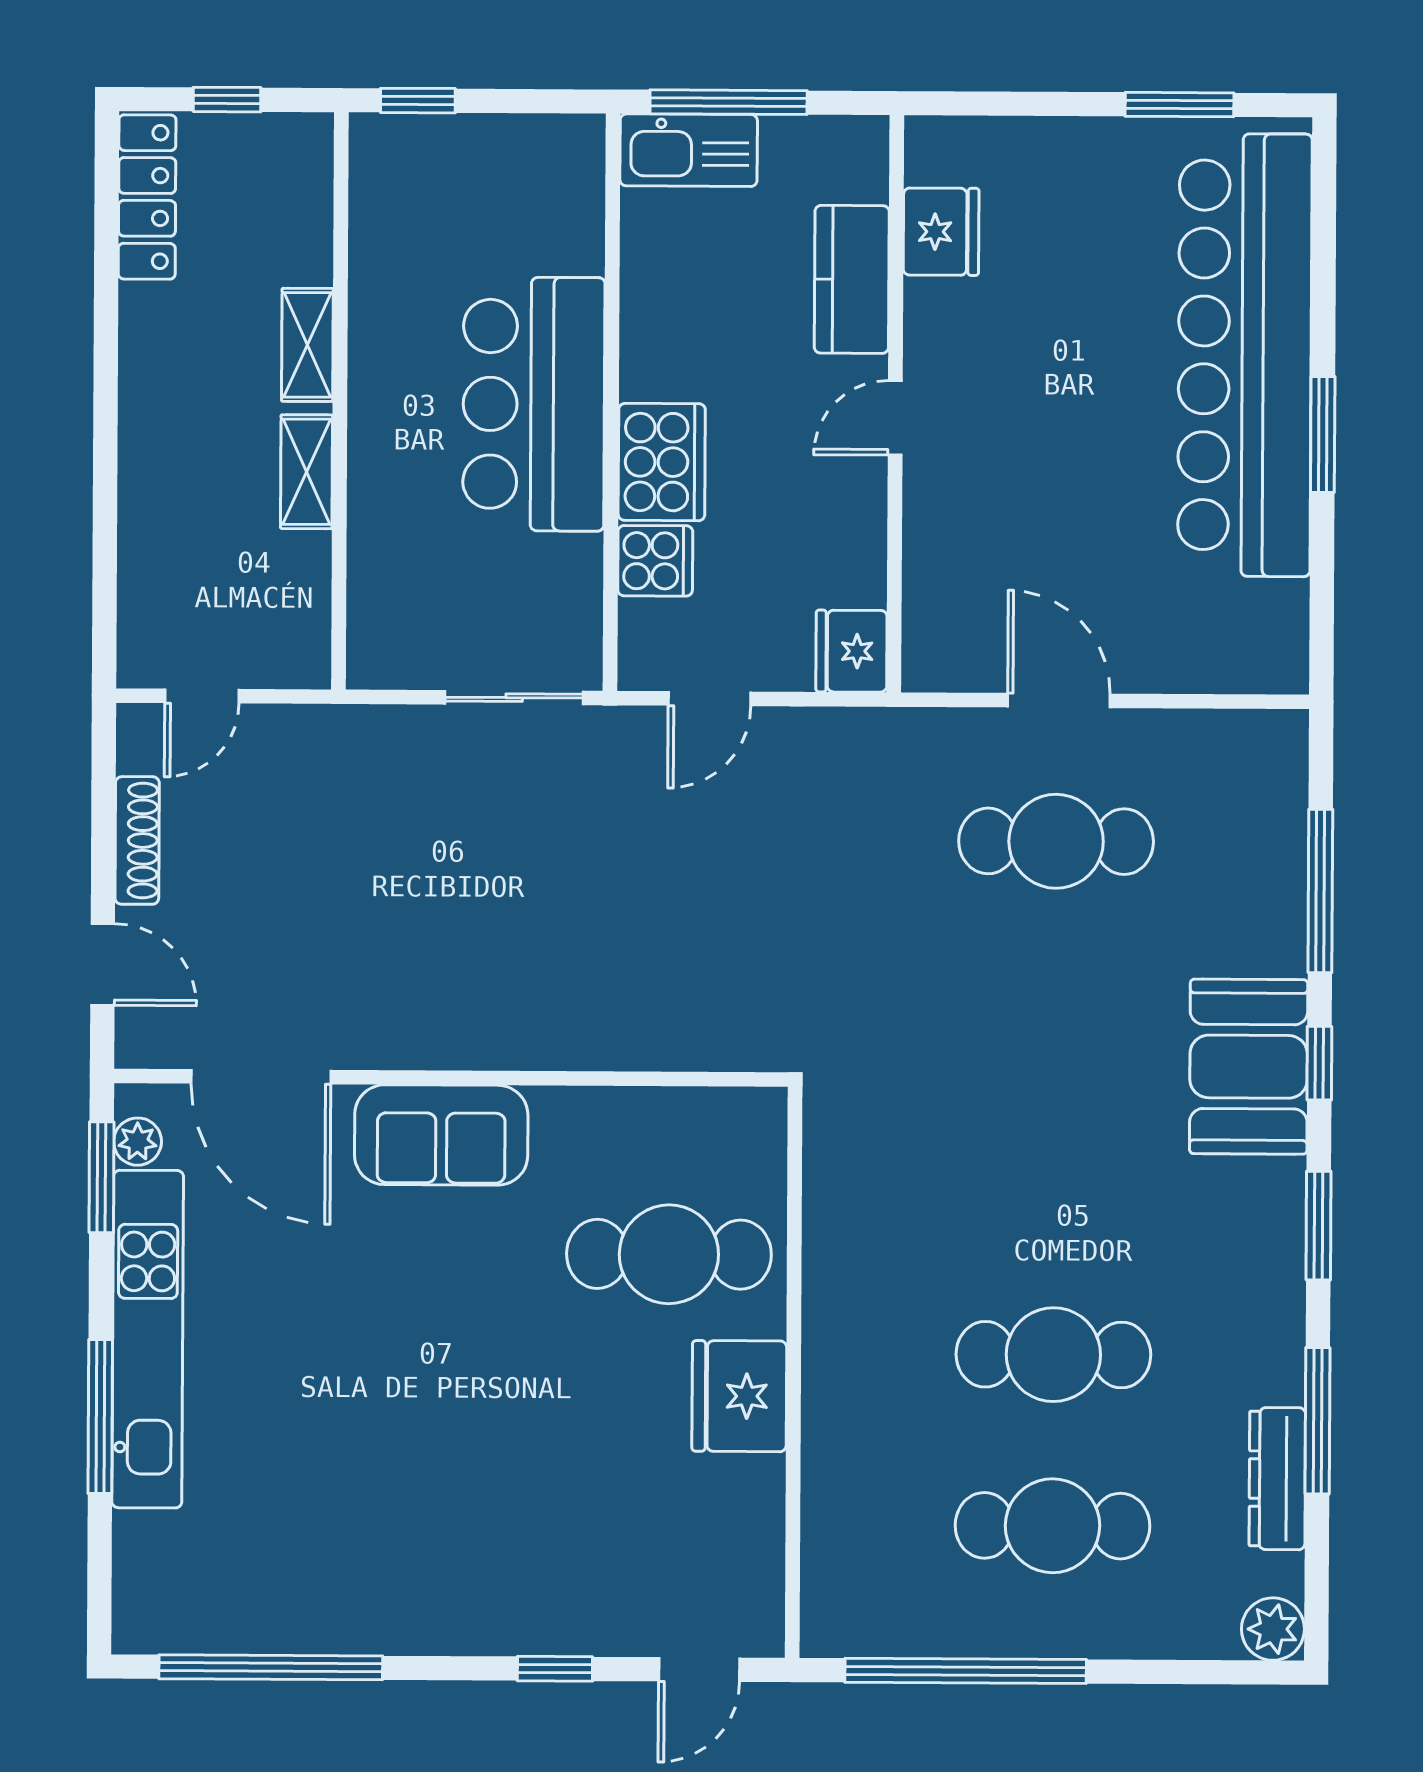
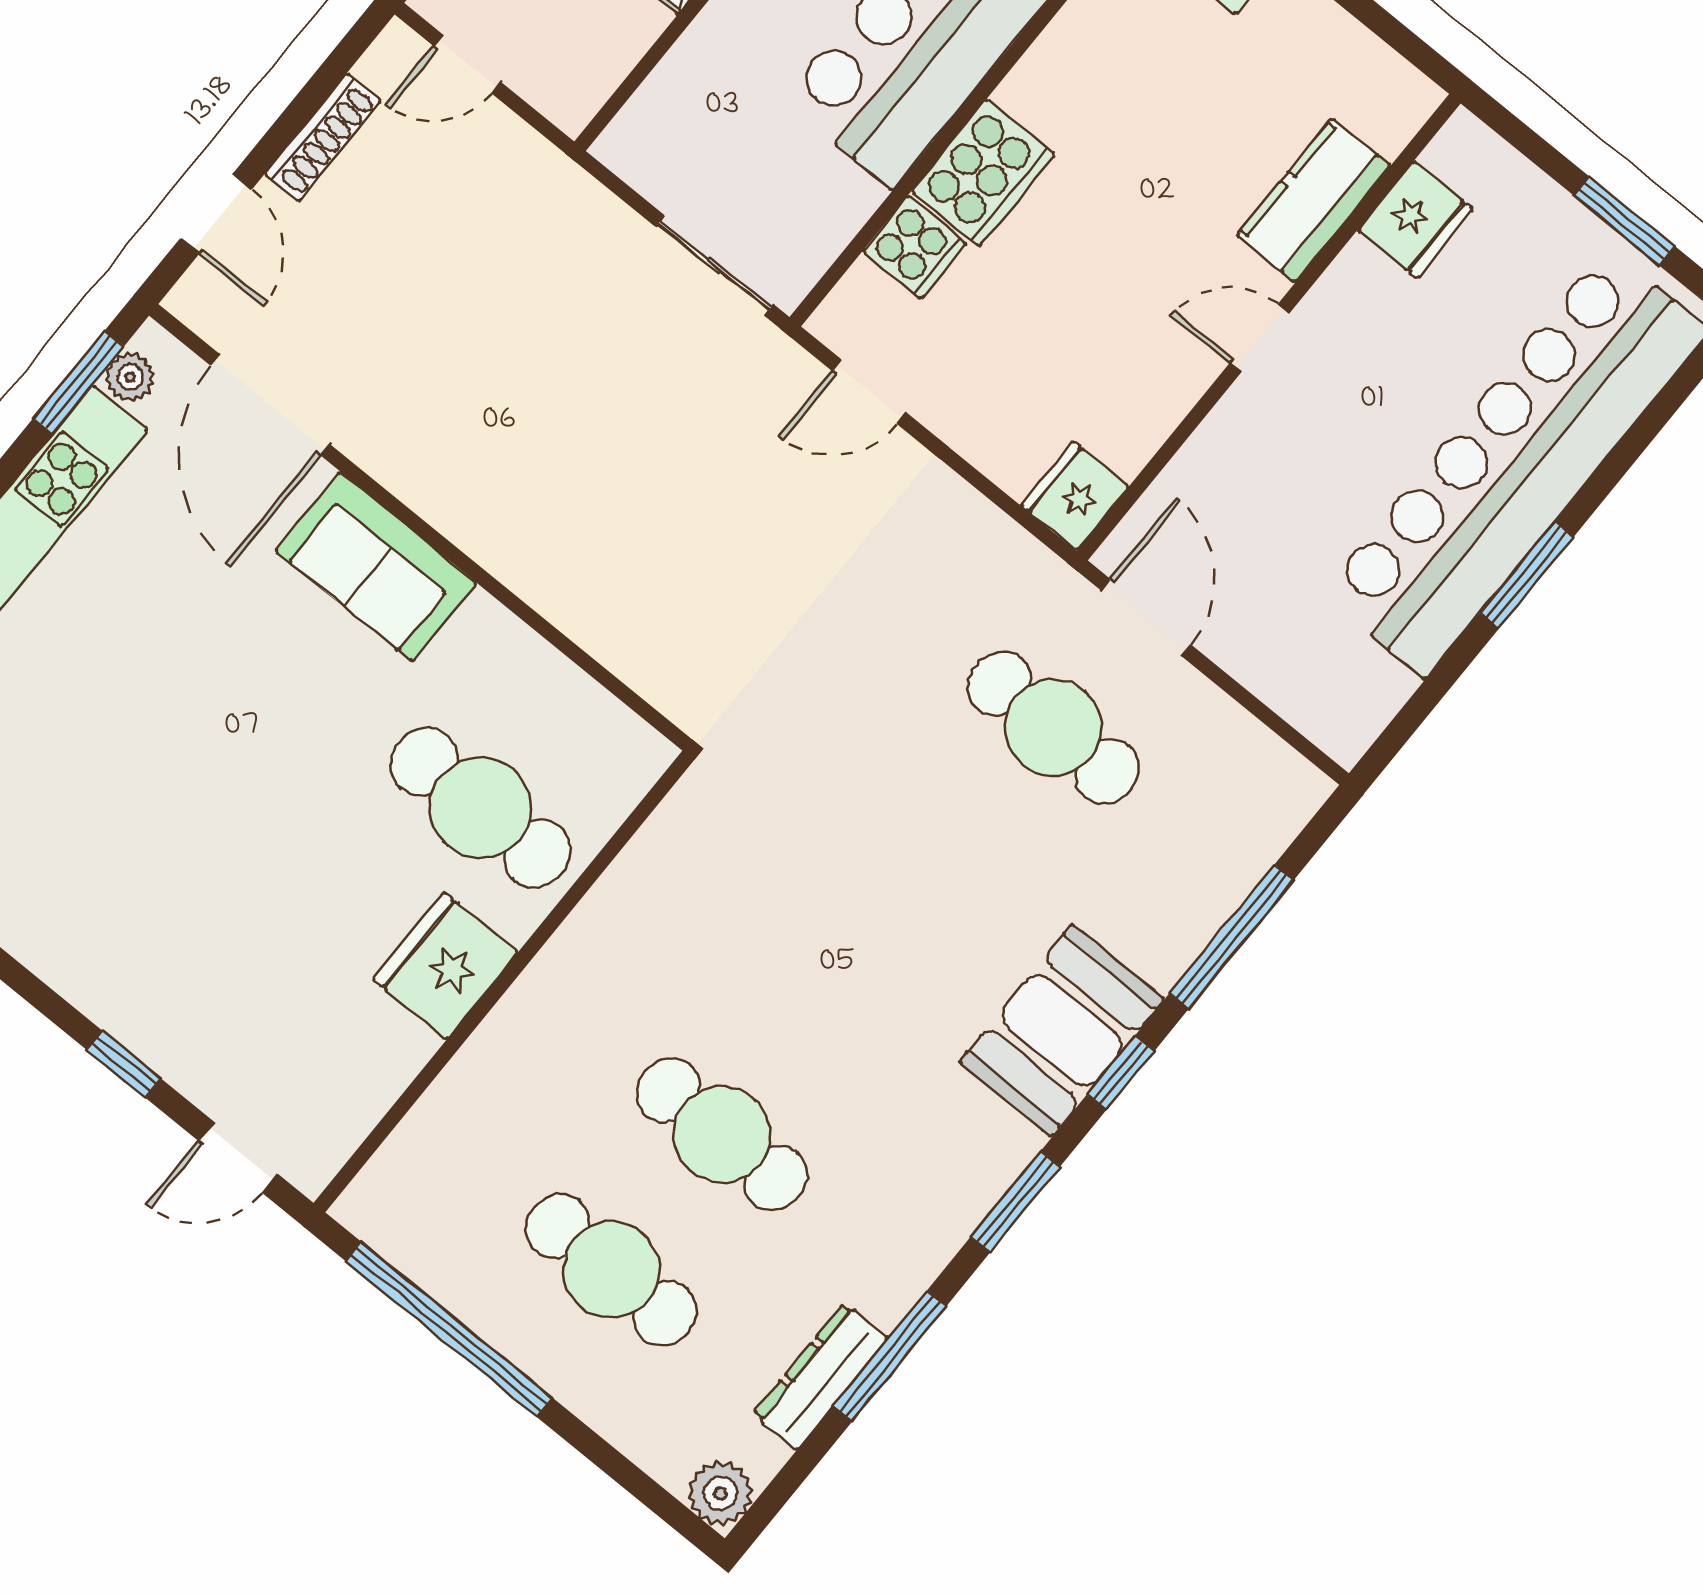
fridge: (941, 232) -> (1415, 220), moved
kitchen counter: (852, 279) -> (1314, 200), moved
wall: (895, 404) -> (1268, 327), moved
door: (895, 418) -> (1259, 338), moved
fridge: (851, 651) -> (1075, 496), moved

